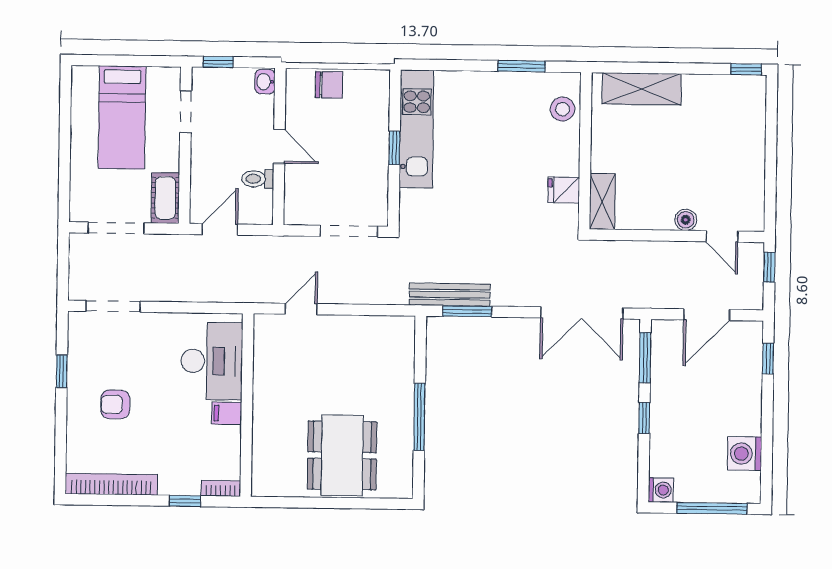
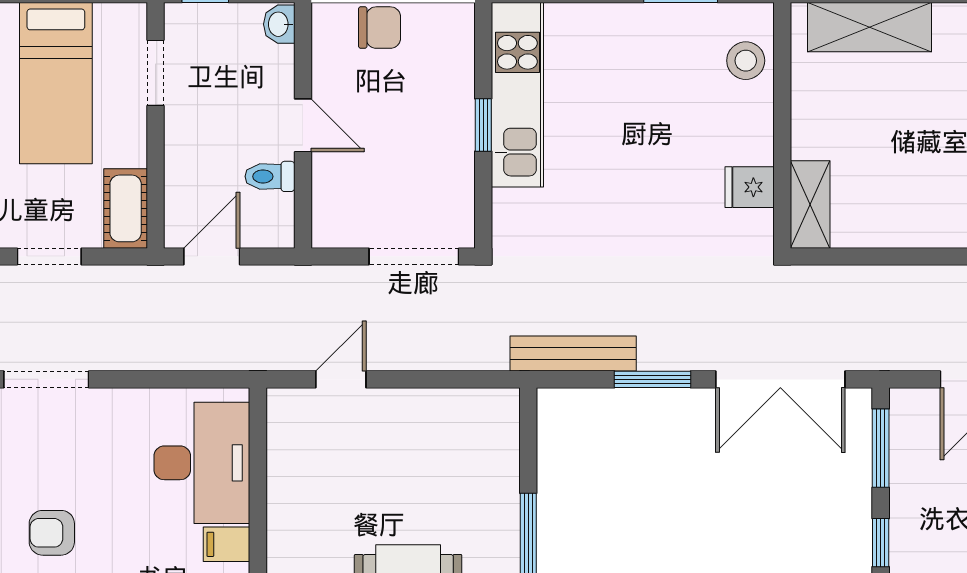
boiler: (686, 220) -> (941, 231), removed
doorway: (116, 228) -> (49, 256), width x0.73
window: (467, 311) -> (652, 379), moved

